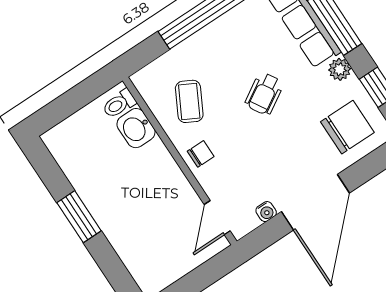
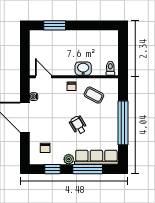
chair: (347, 127) -> (45, 148), width x0.54, depth x0.54
washbasin: (136, 128) -> (83, 69), moved
window: (79, 217) -> (55, 25), moved

